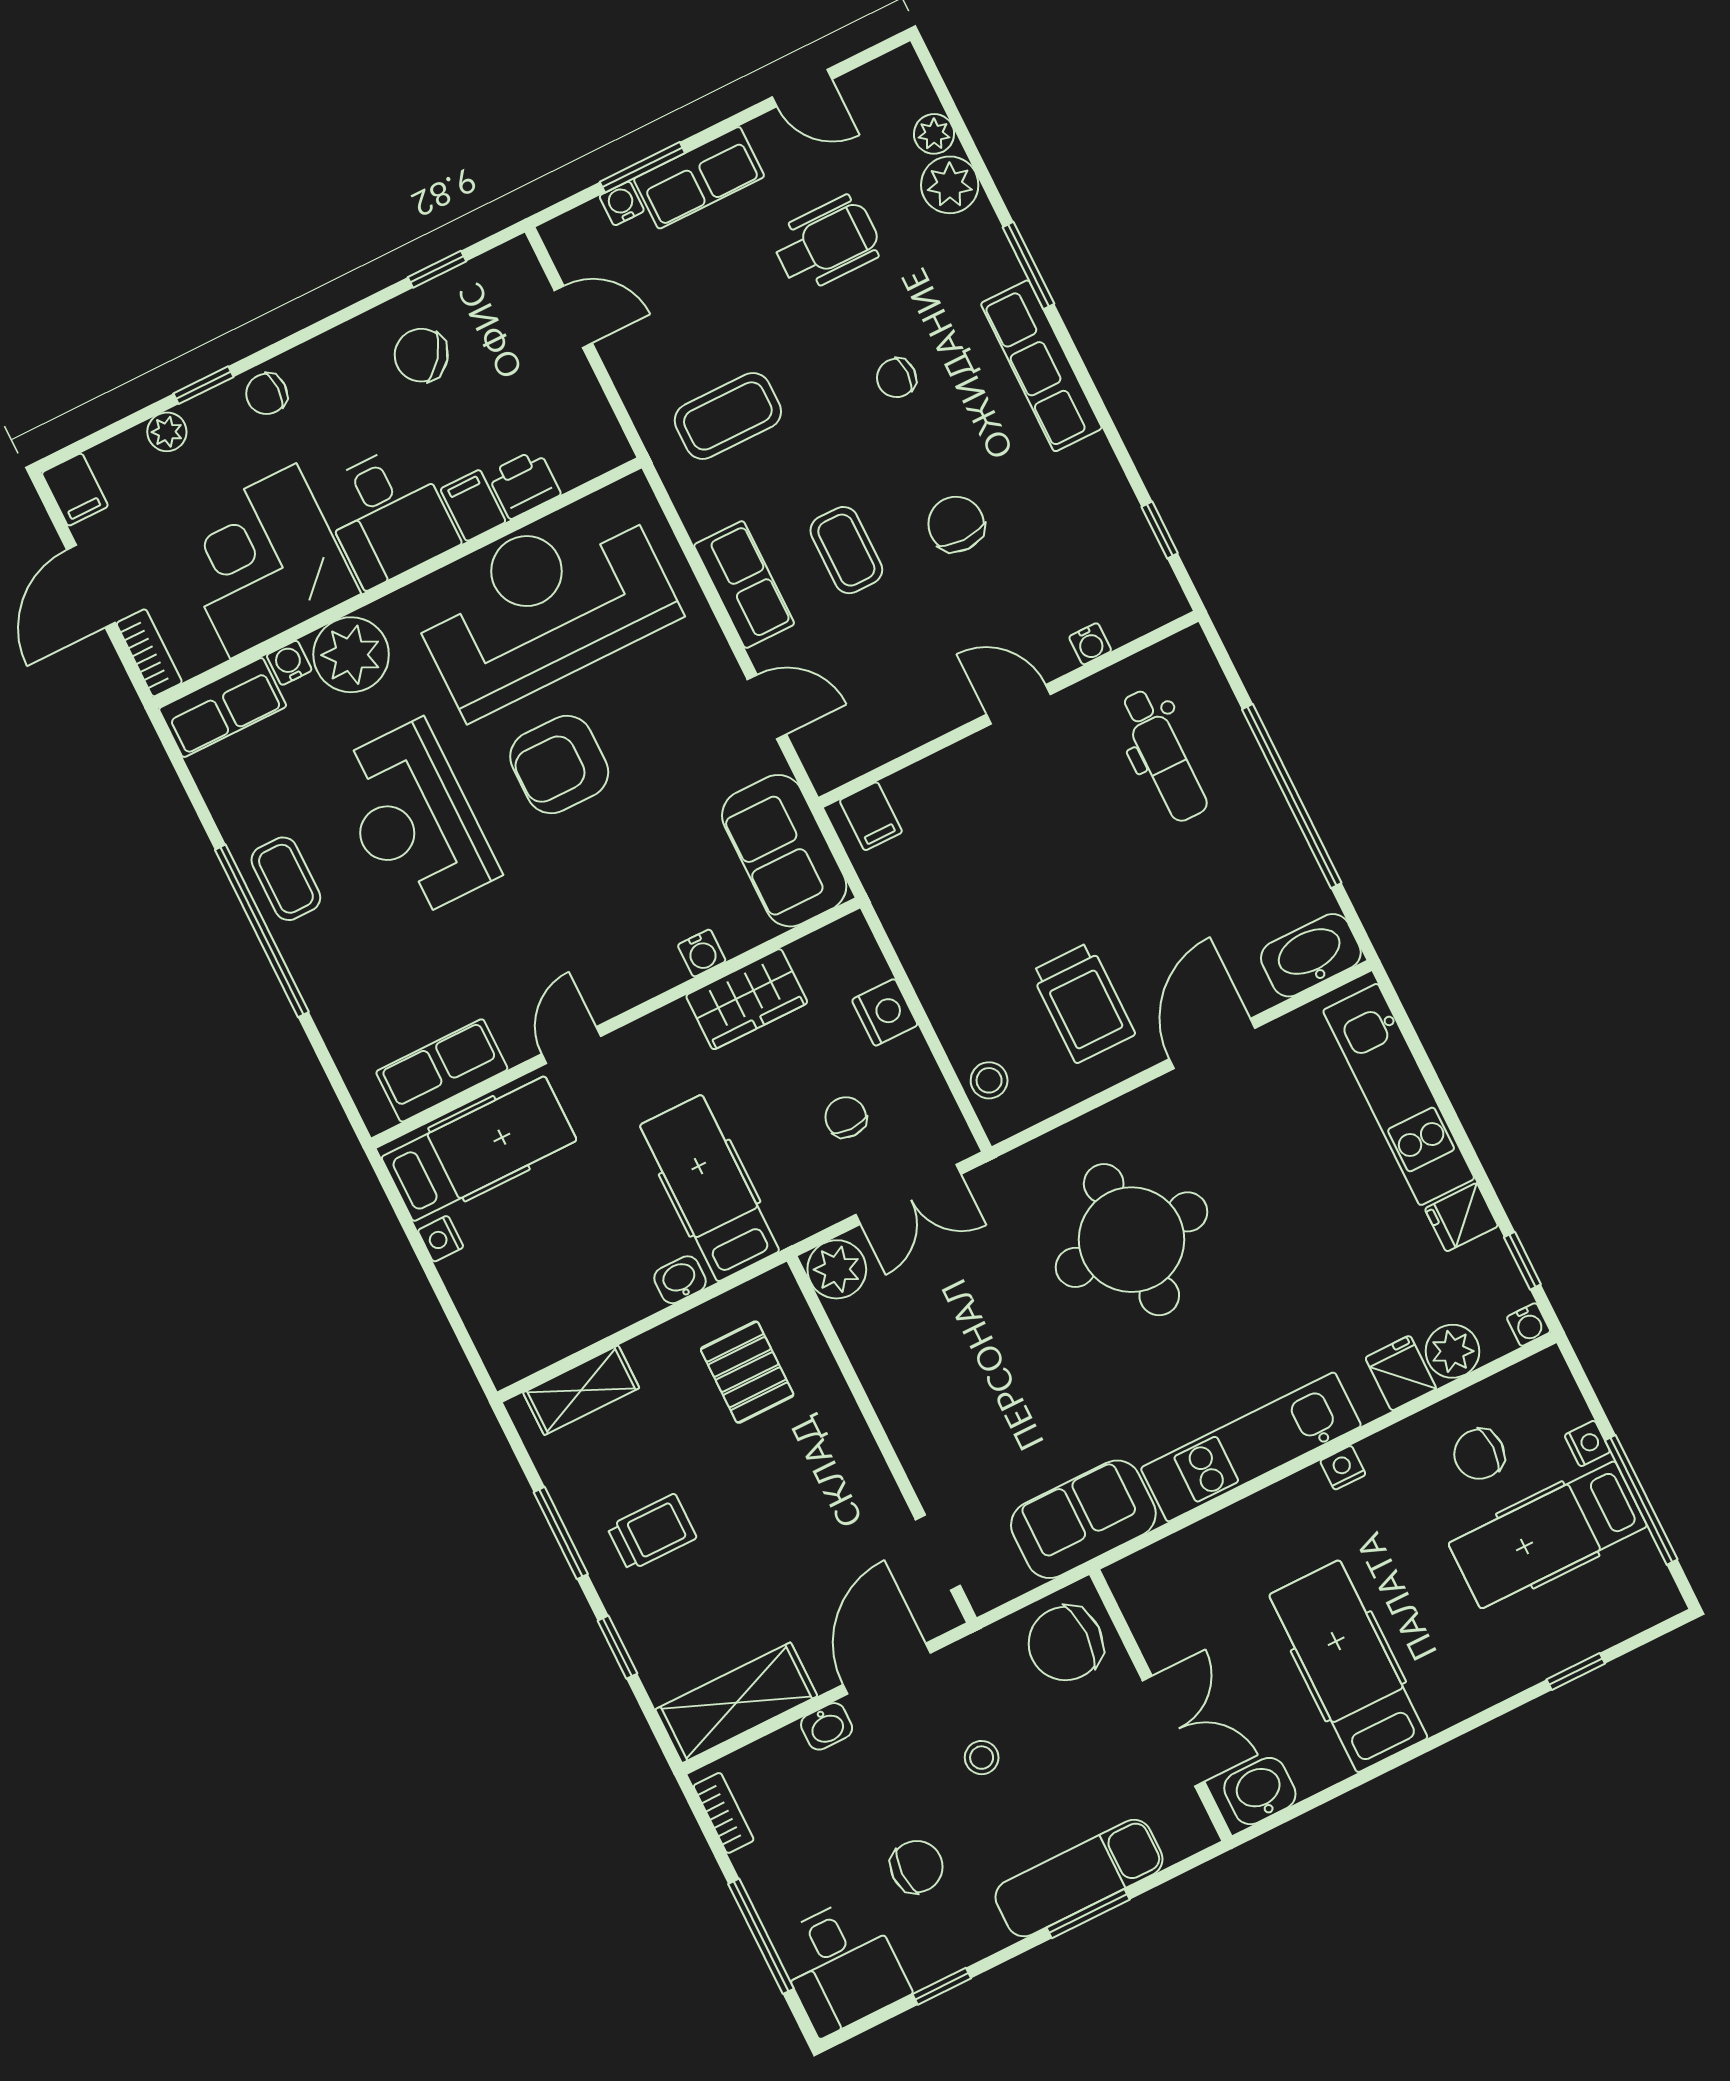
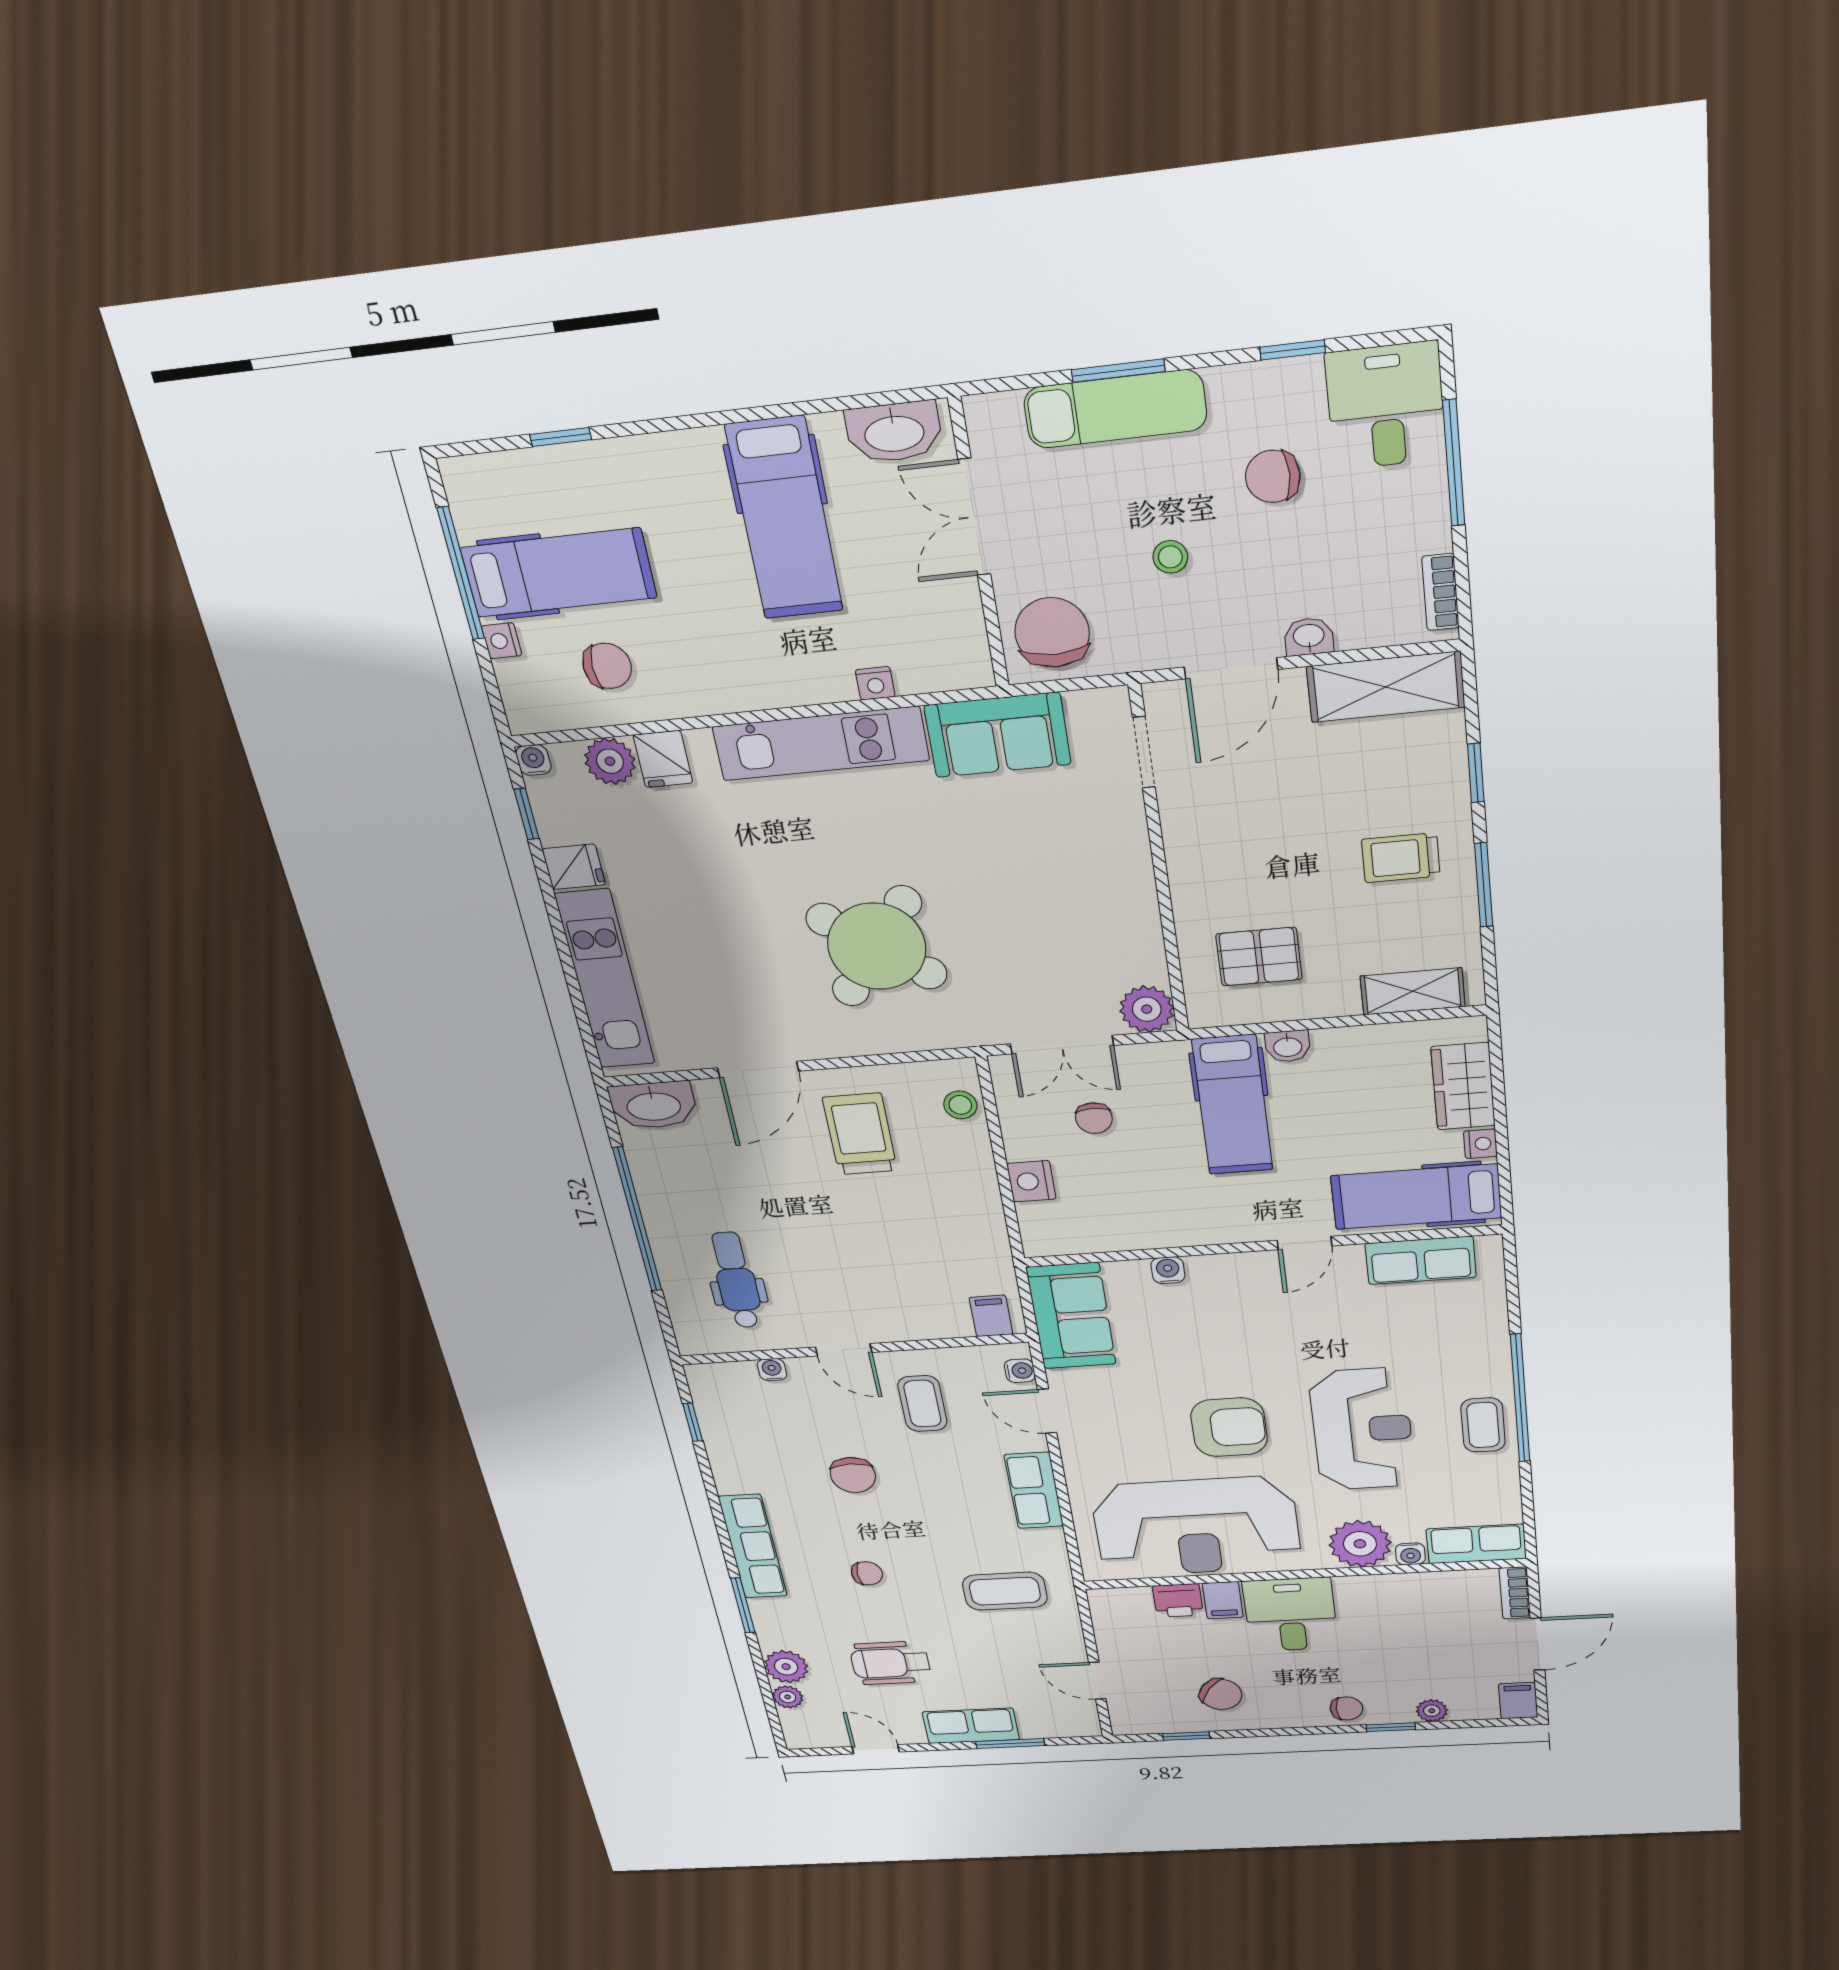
water cooler: (622, 203) -> (1020, 1371), moved, turned -90
coffee table: (846, 550) -> (922, 1404), moved
corner desk: (263, 561) -> (1399, 1618), removed
wardrobe: (747, 999) -> (1463, 1086), moved, turned -90
double door: (908, 1194) -> (1062, 1045), swing flipped
round table: (1131, 1240) -> (877, 946), turned 37
pallet: (747, 1372) -> (1259, 957), turned 90
nightstand: (1343, 1468) -> (875, 683), moved
chair: (1066, 1644) -> (1052, 633), turned -90
washbasin: (1260, 1791) -> (894, 432), width x1.38

